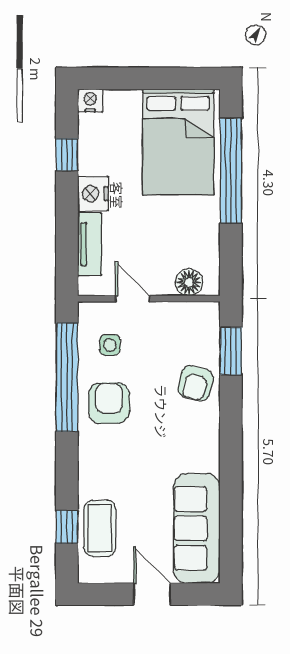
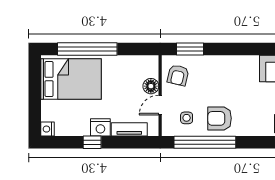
window: (67, 155) -> (92, 142), moved
floor lamp: (189, 282) -> (151, 86), moved
armchair: (195, 383) -> (178, 75), moved, turned 90

